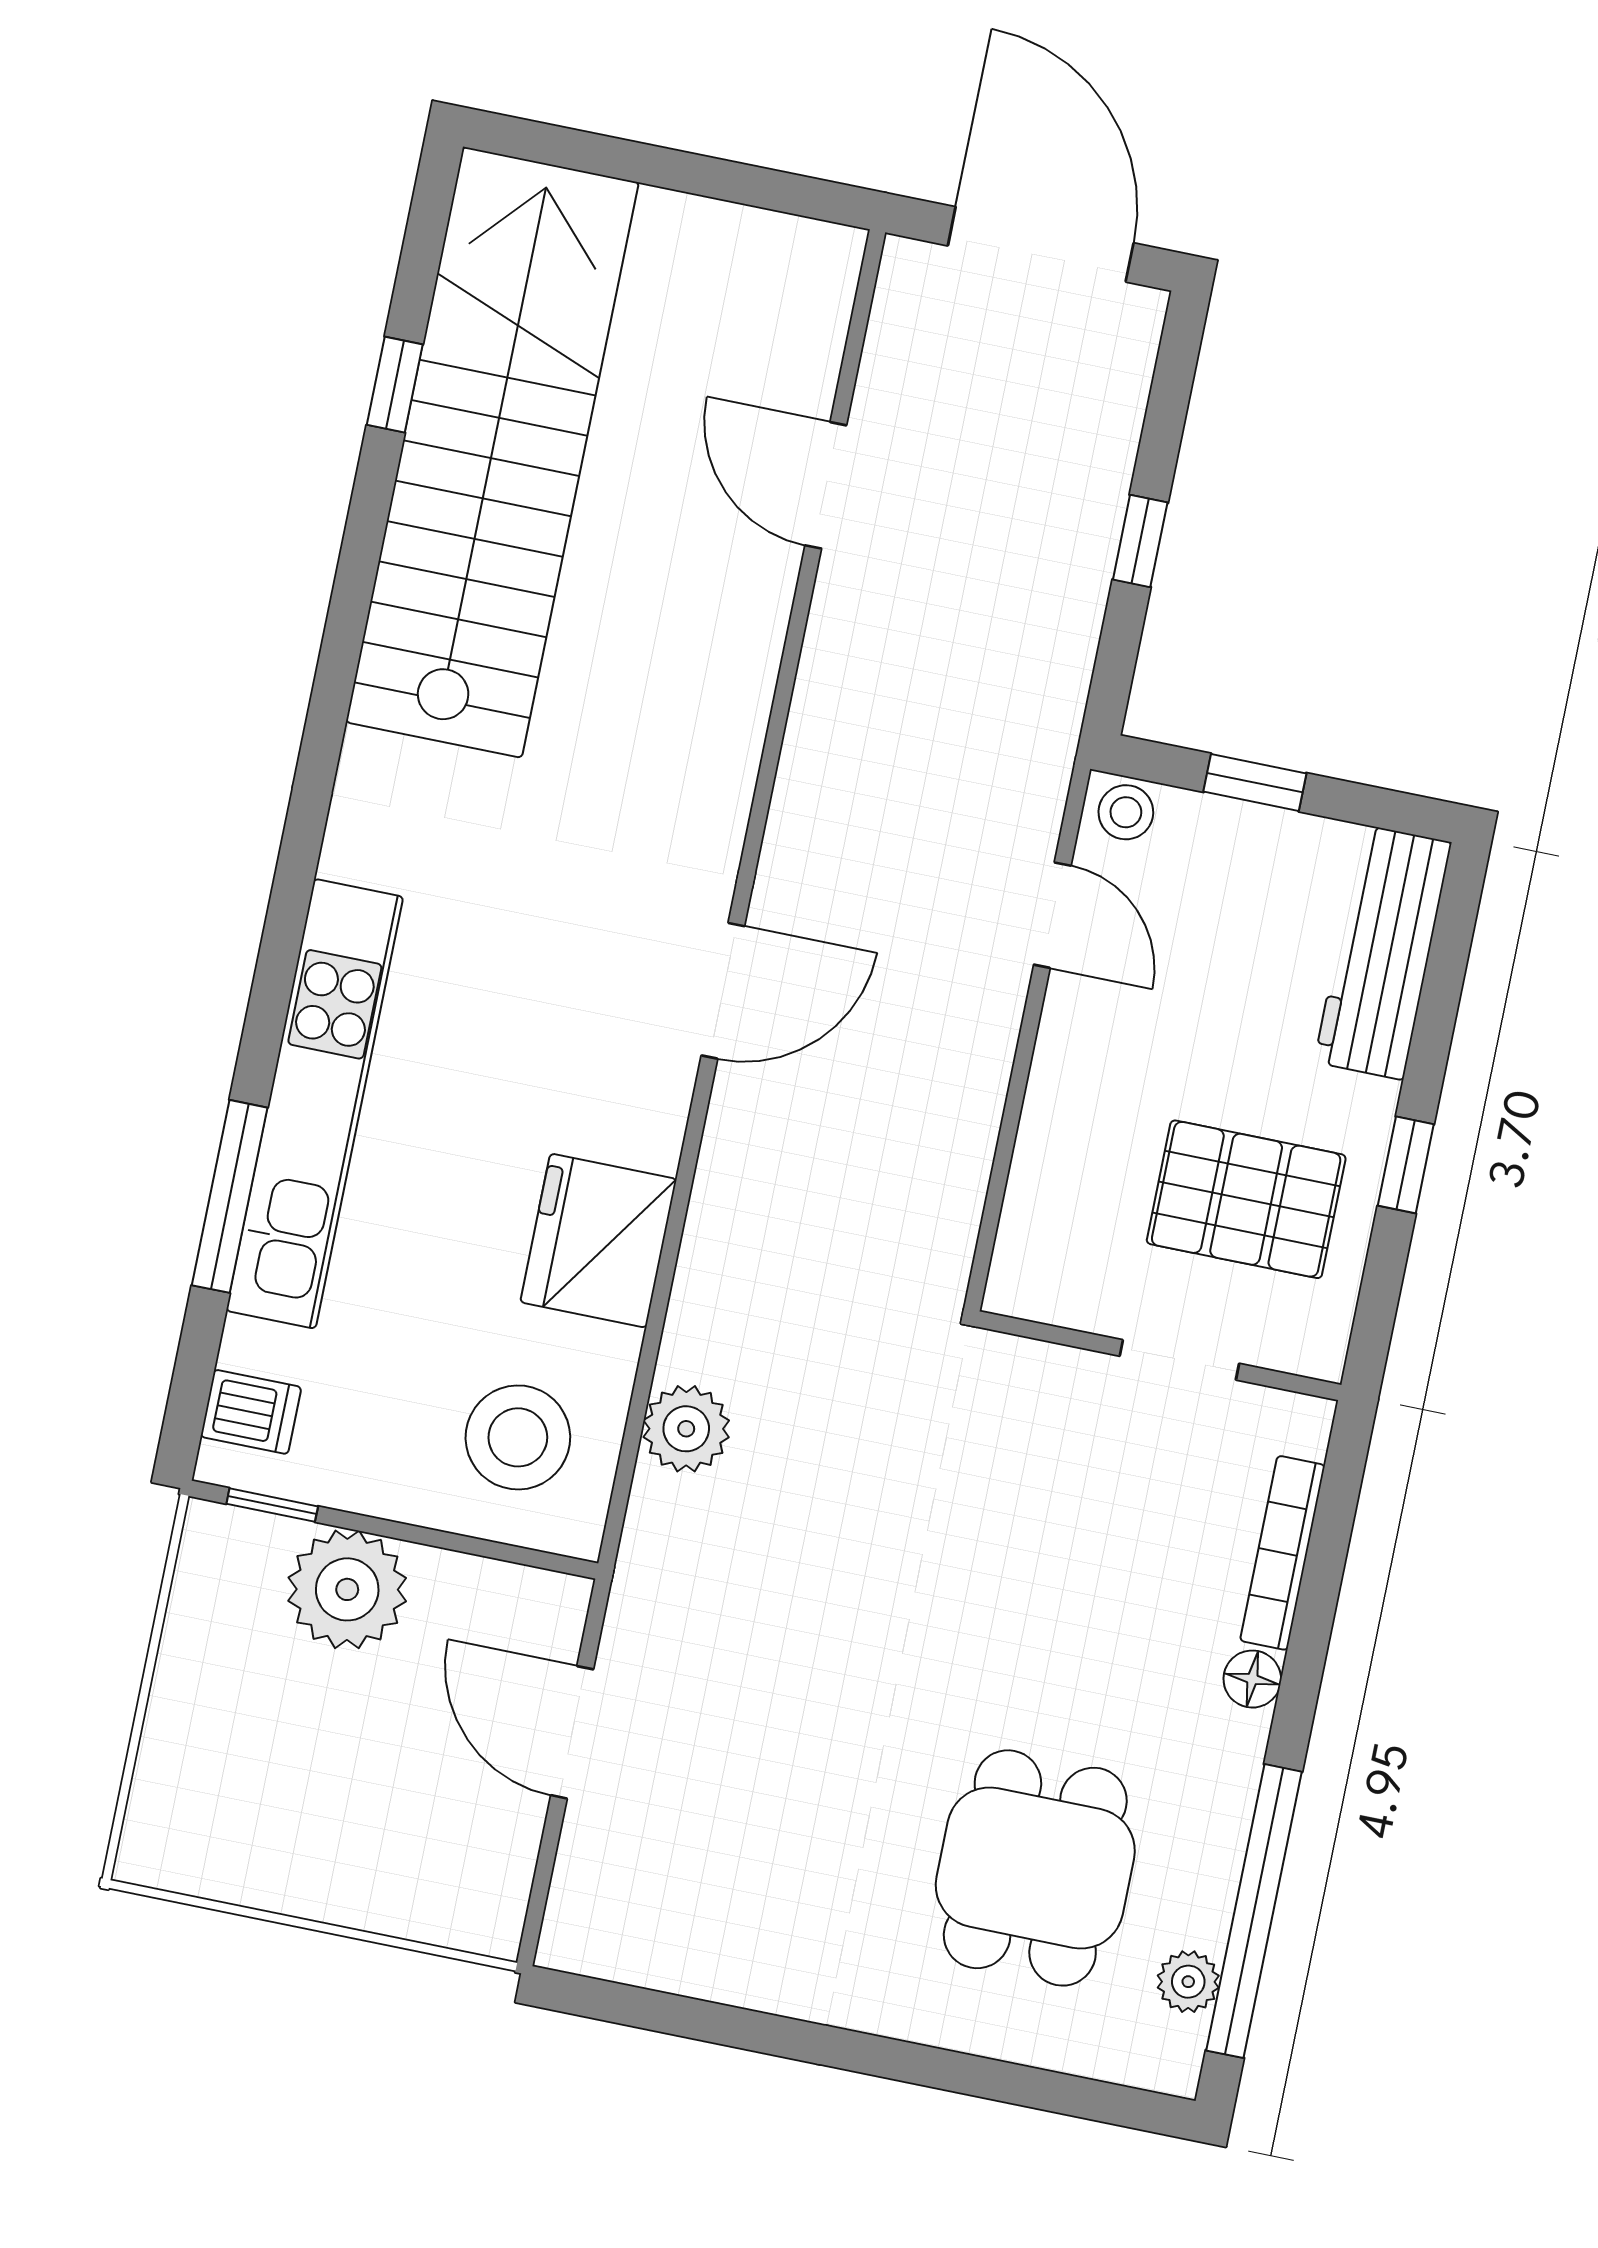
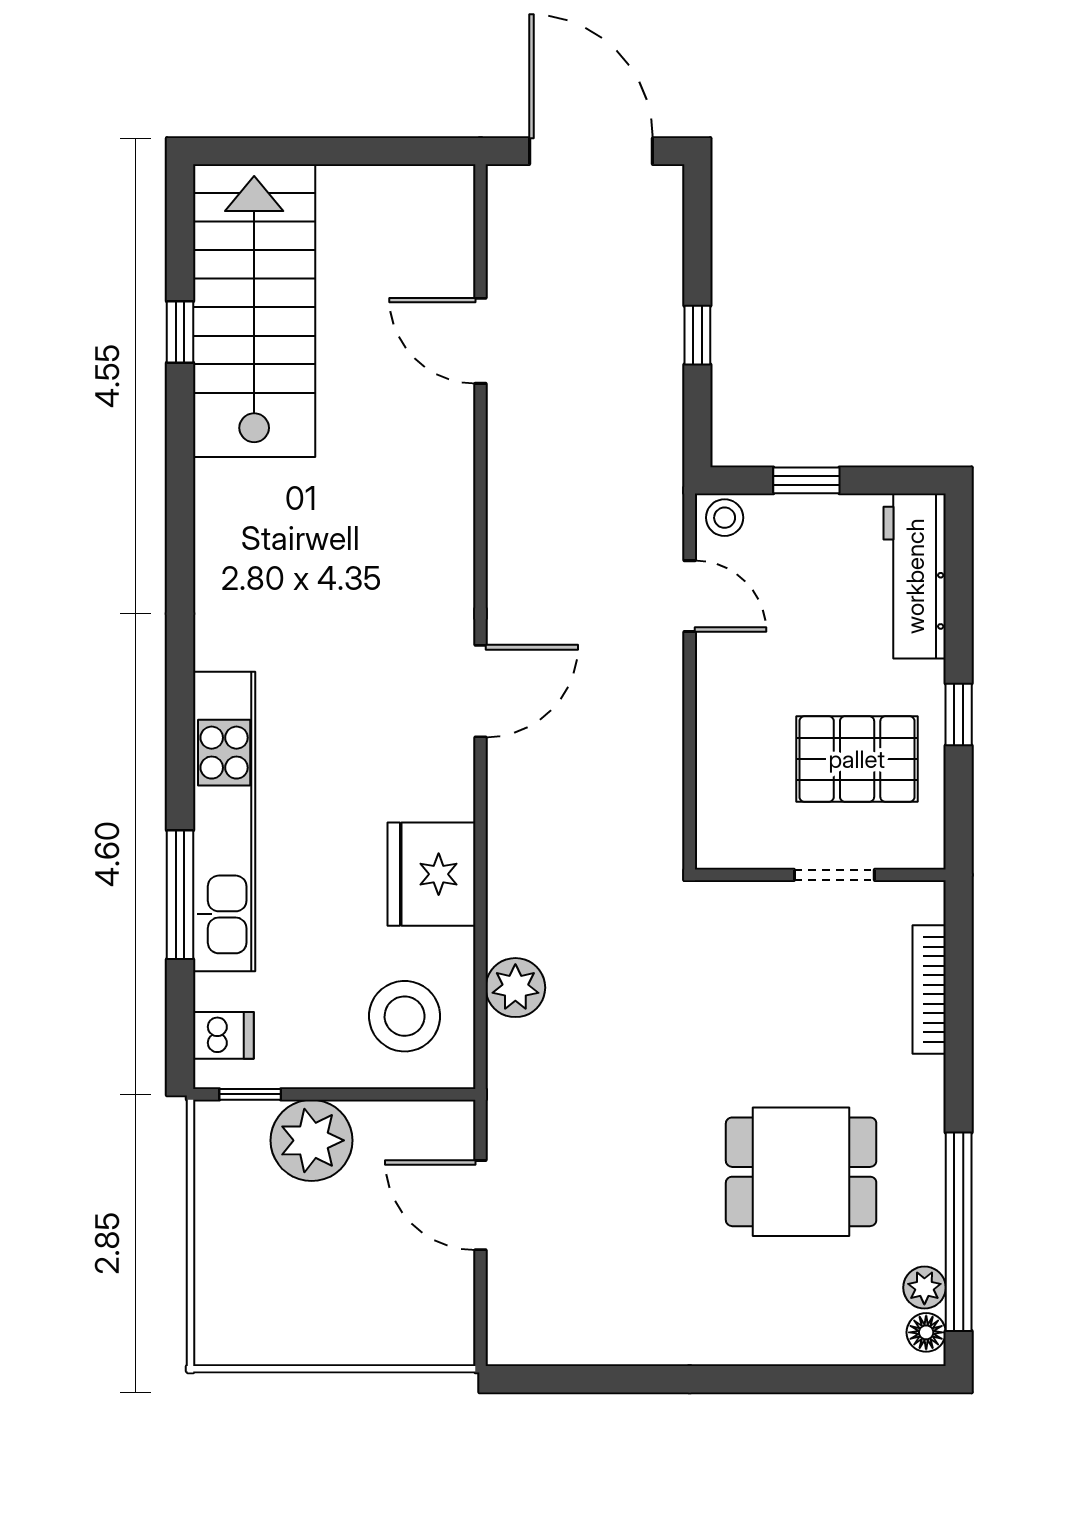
stairs: (492, 452) -> (254, 311), width x0.73
floor lamp: (1252, 1679) -> (926, 1332), moved
dining table: (1035, 1868) -> (801, 1172), moved, turned 90

